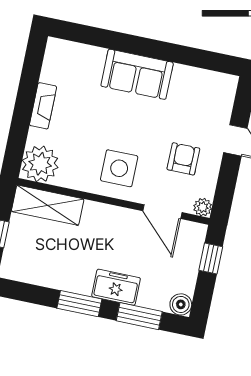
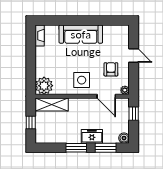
sofa: (137, 74) -> (81, 34), width x1.36
fireplace: (43, 106) -> (40, 36), moved

